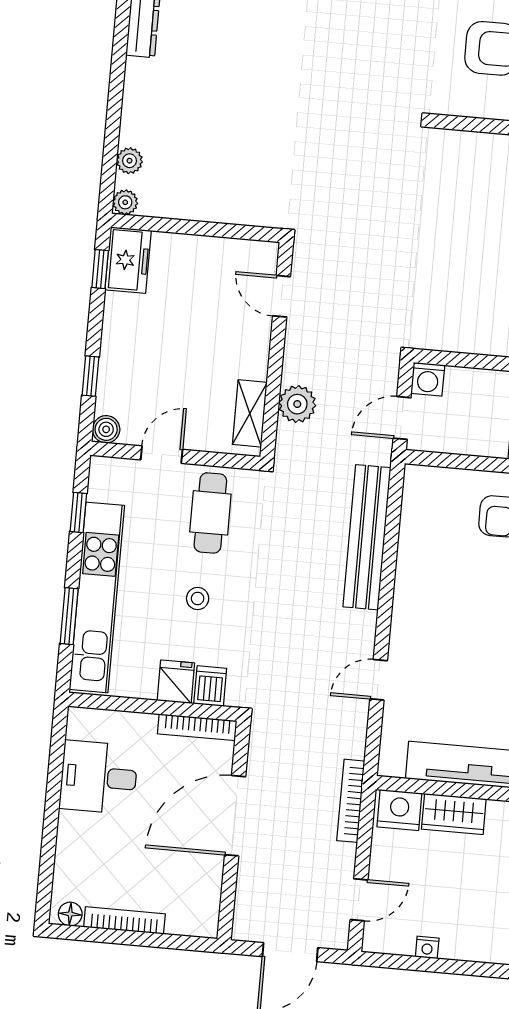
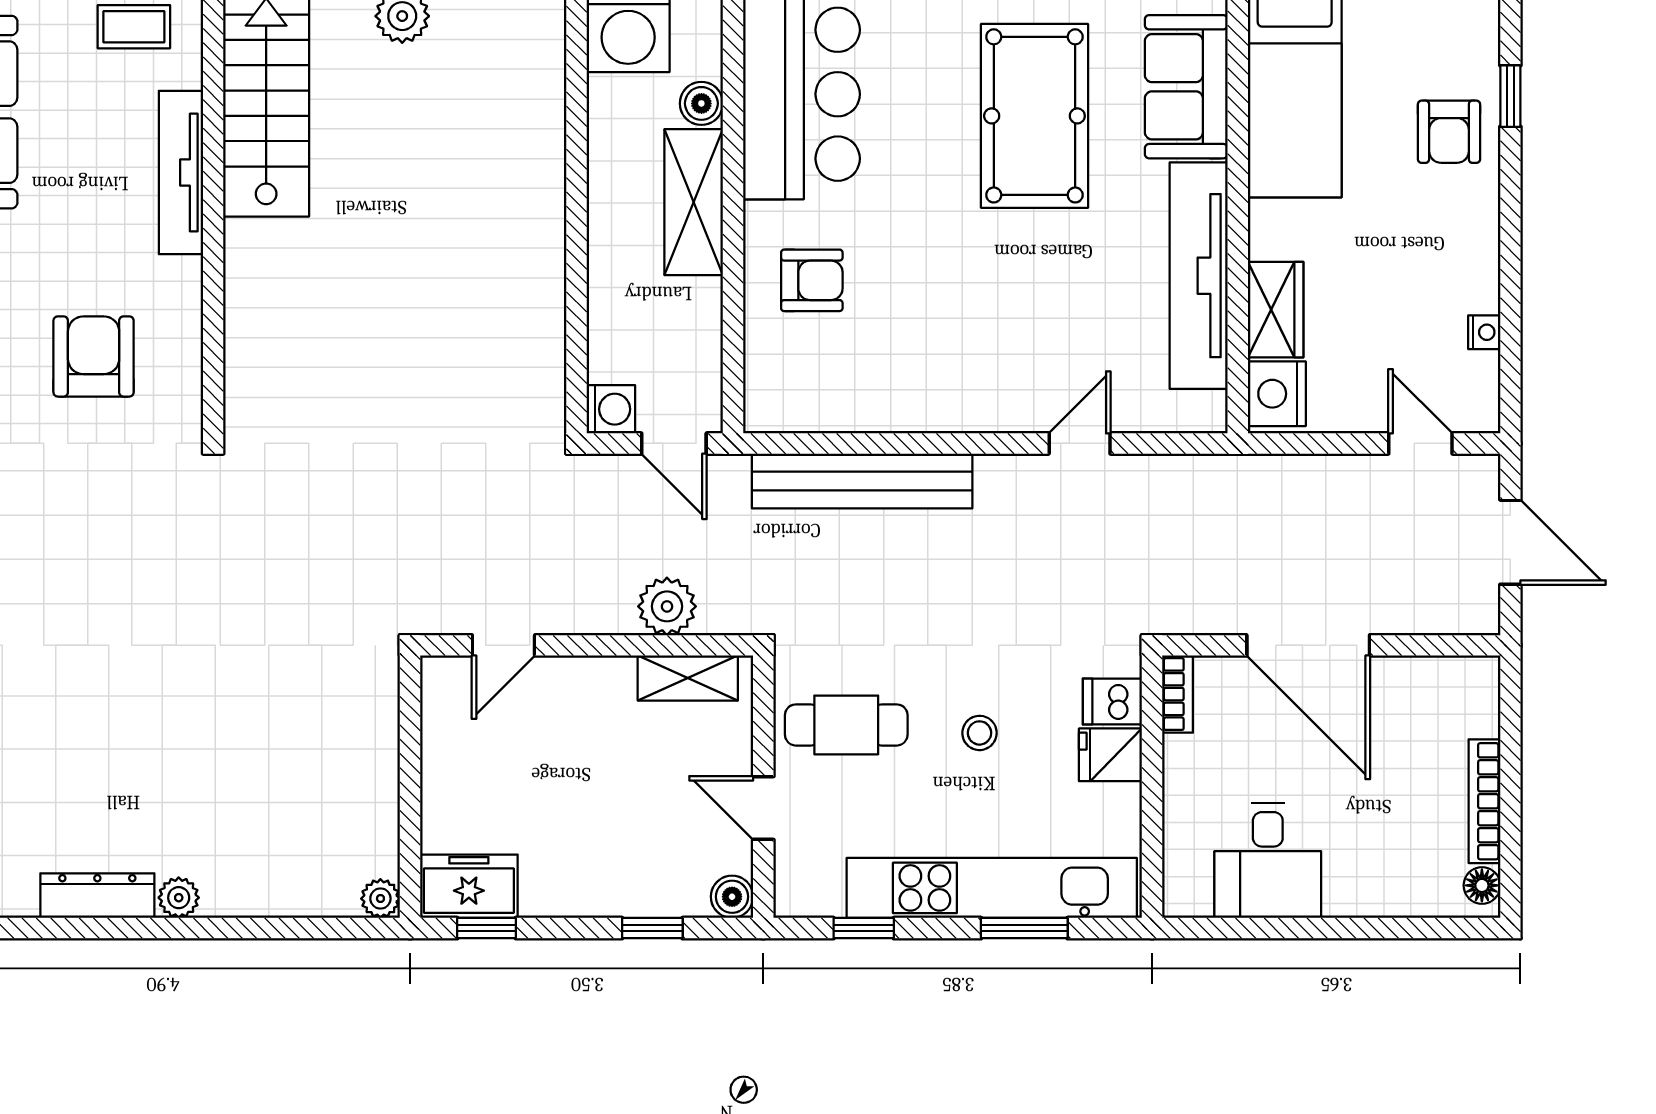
plant: (129, 161) -> (179, 898), moved
door: (379, 680) -> (1080, 443), swing flipped
bookcase: (197, 727) -> (1178, 694), width x0.64
bookcase: (351, 801) -> (1269, 470), removed

